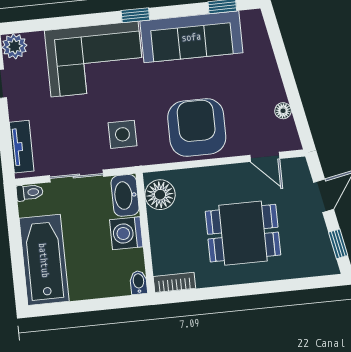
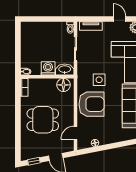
side table: (122, 134) -> (99, 80), moved
dining table: (243, 233) -> (43, 120), turned 90
bathtub: (44, 260) -> (40, 31), removed

